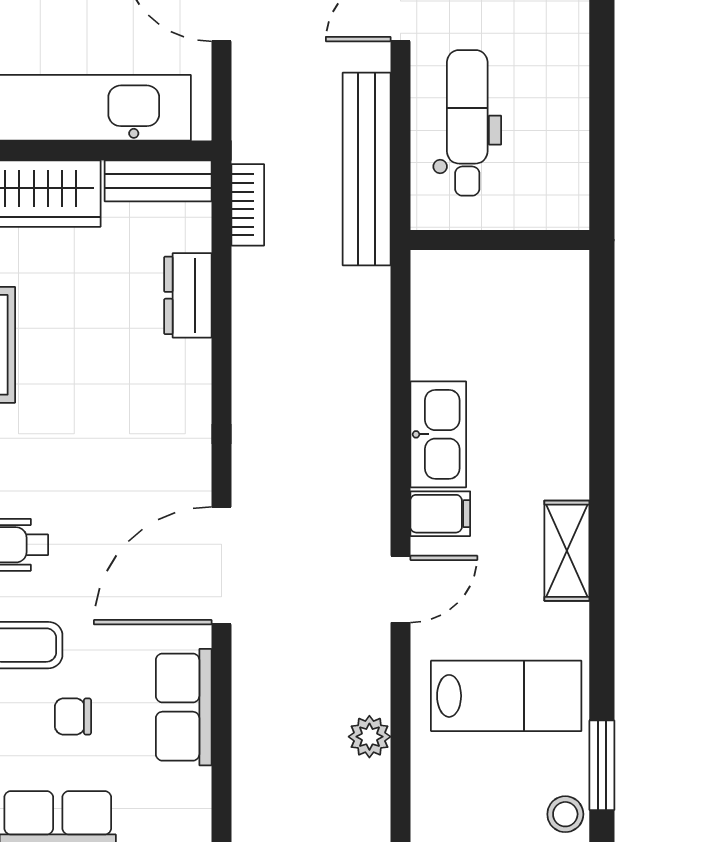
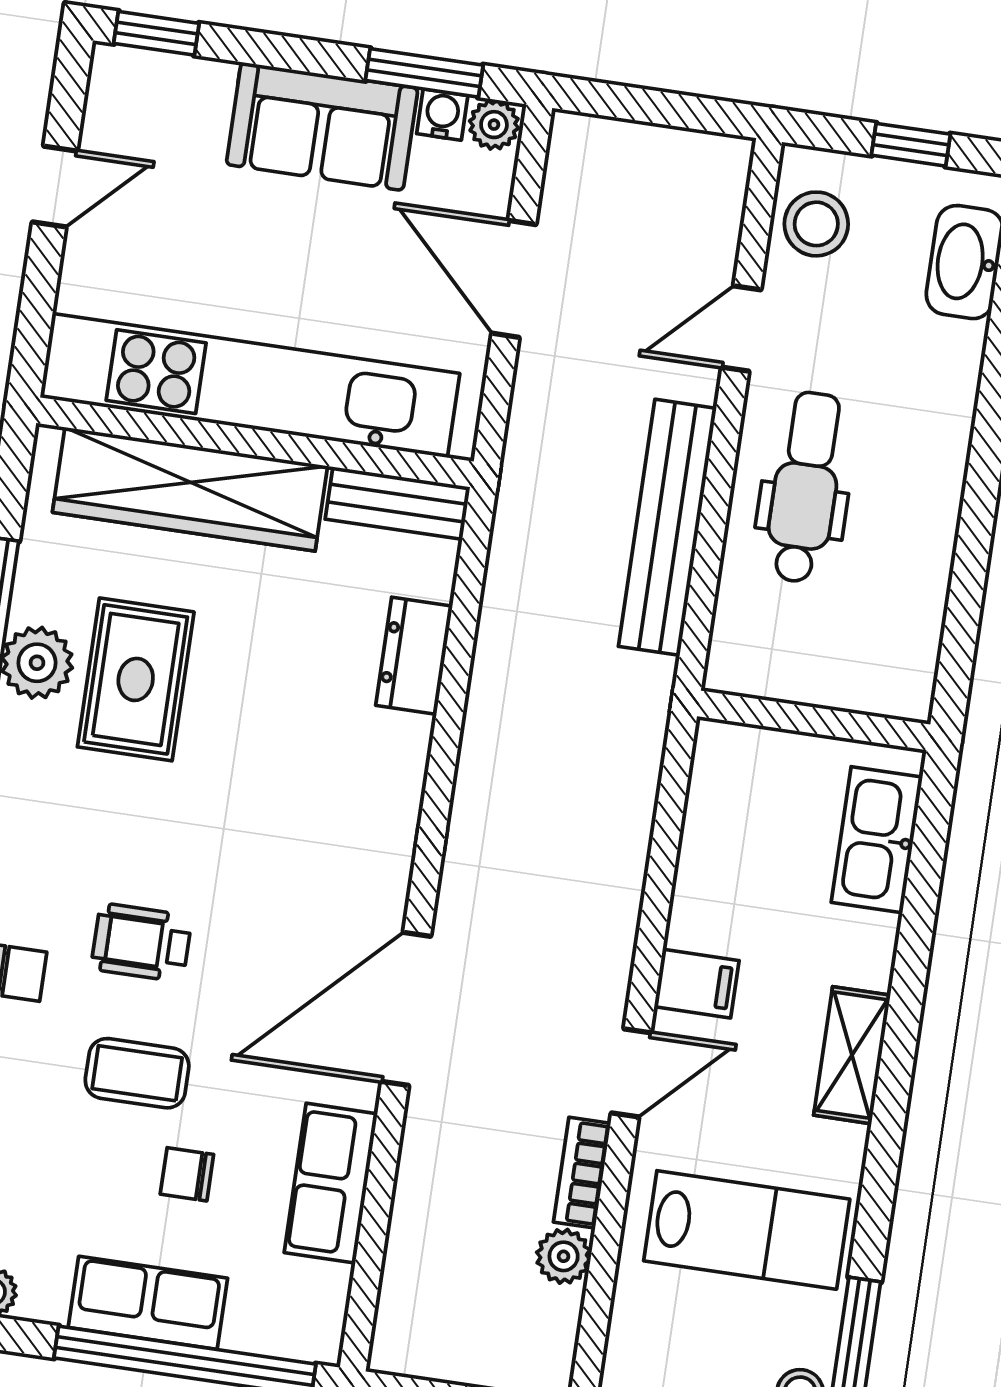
bookcase: (248, 205) -> (582, 1173), moved, turned 180
wall: (500, 240) -> (814, 720), moved
kitchen sink: (438, 434) -> (877, 840), moved, turned 180

